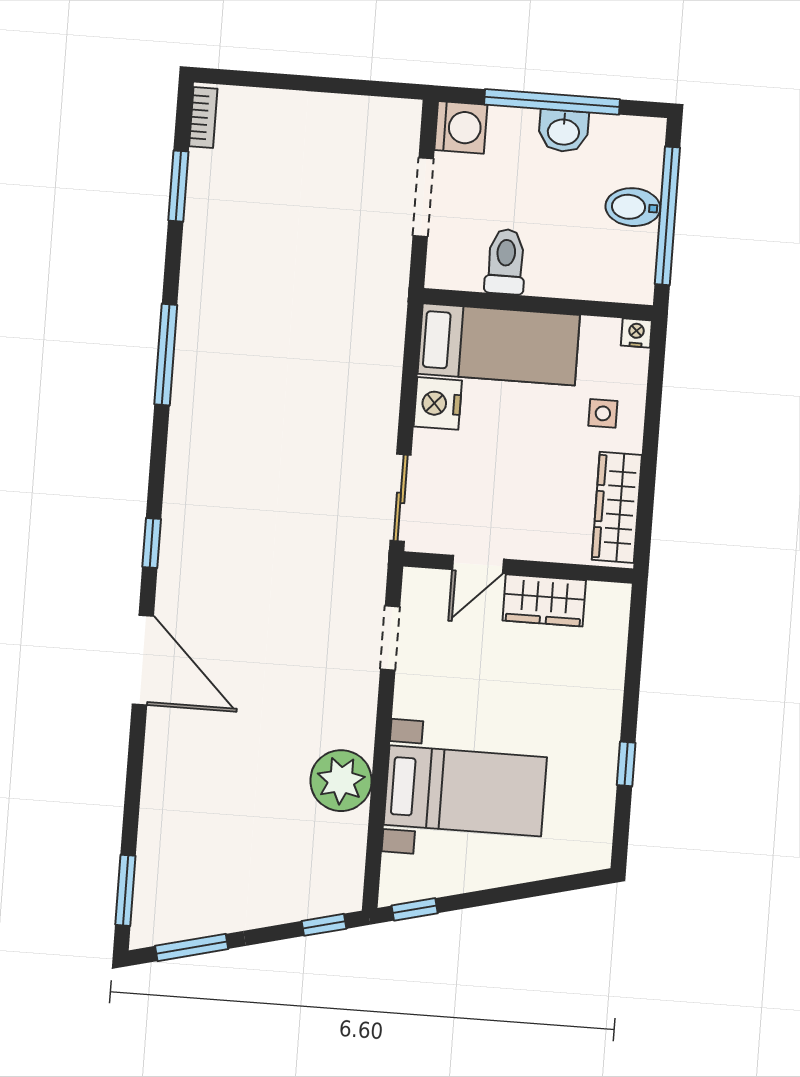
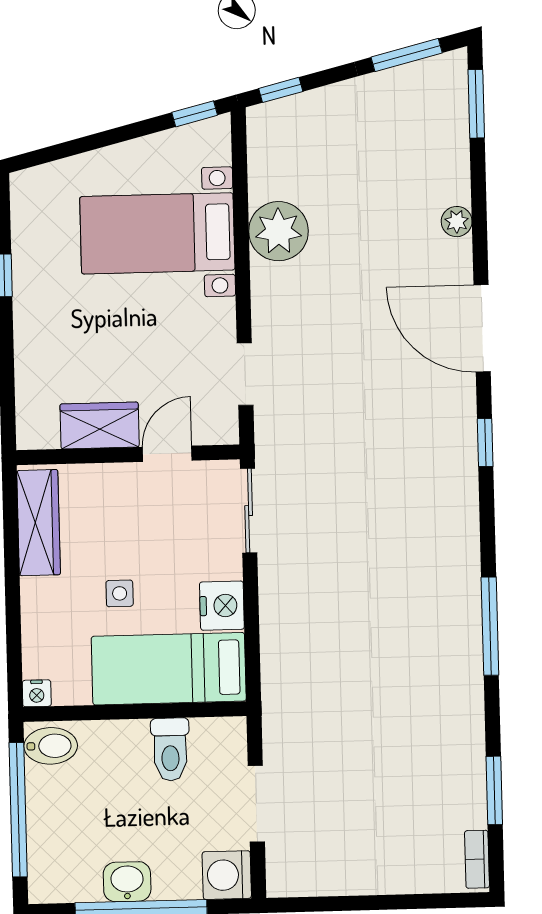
bidet: (633, 207) -> (51, 746), moved
side table: (603, 413) -> (120, 593), moved
plant: (158, 772) -> (457, 222), added

